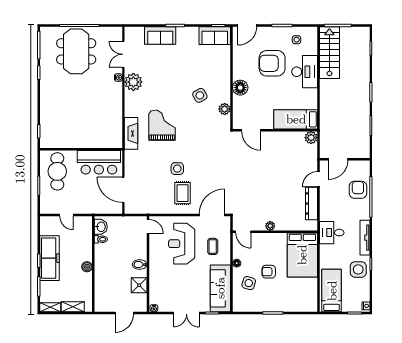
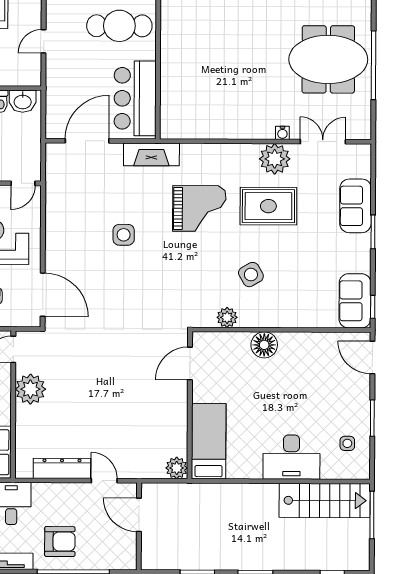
armchair: (272, 63) -> (306, 400), removed
fireplace: (131, 133) -> (151, 154), moved
armchair: (358, 190) -> (60, 542), moved
rug: (182, 193) -> (268, 206), moved, width x1.36, depth x1.43
plant: (270, 226) -> (30, 389), width x1.88, depth x1.88

